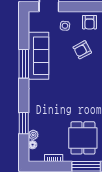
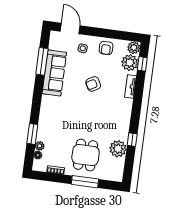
armchair: (82, 50) -> (93, 84), moved
window: (24, 64) -> (42, 61), moved

